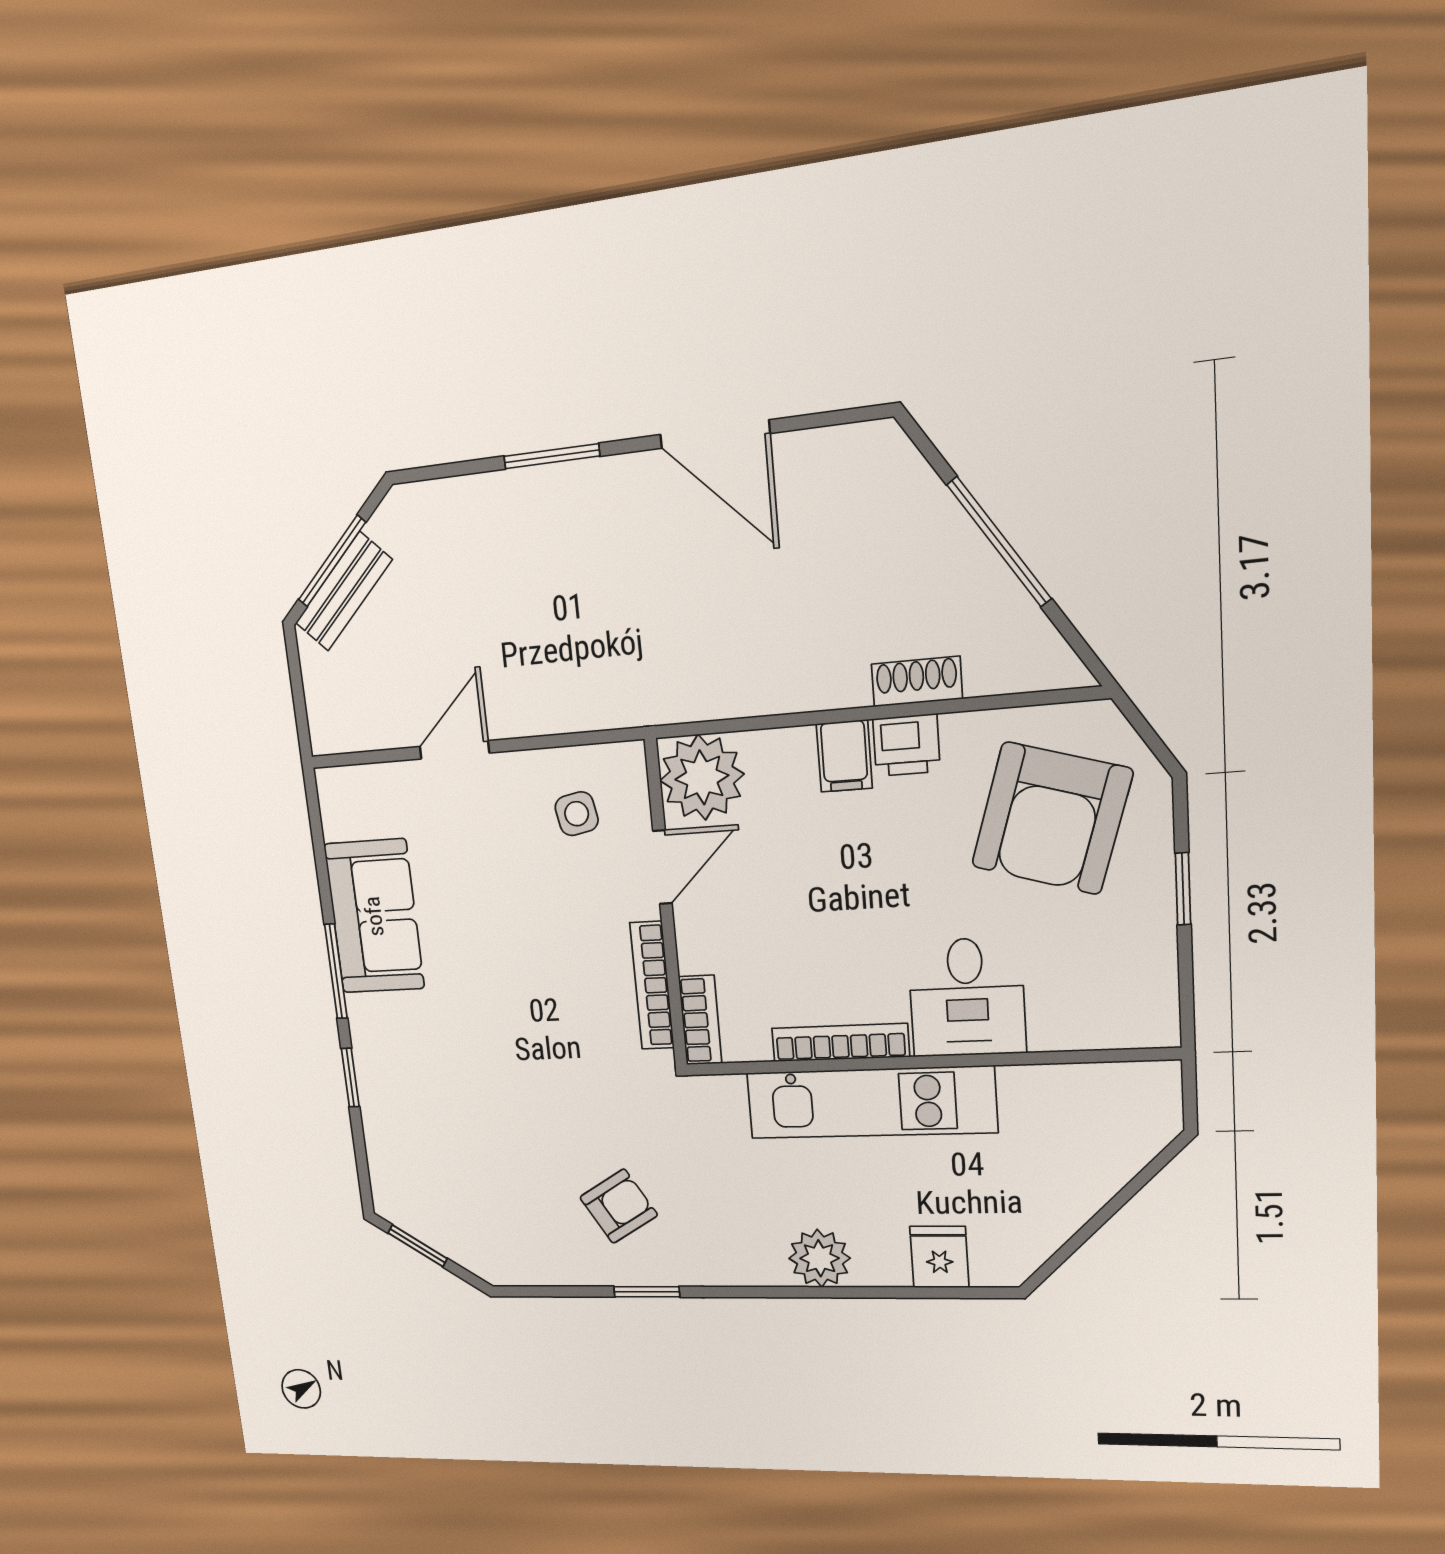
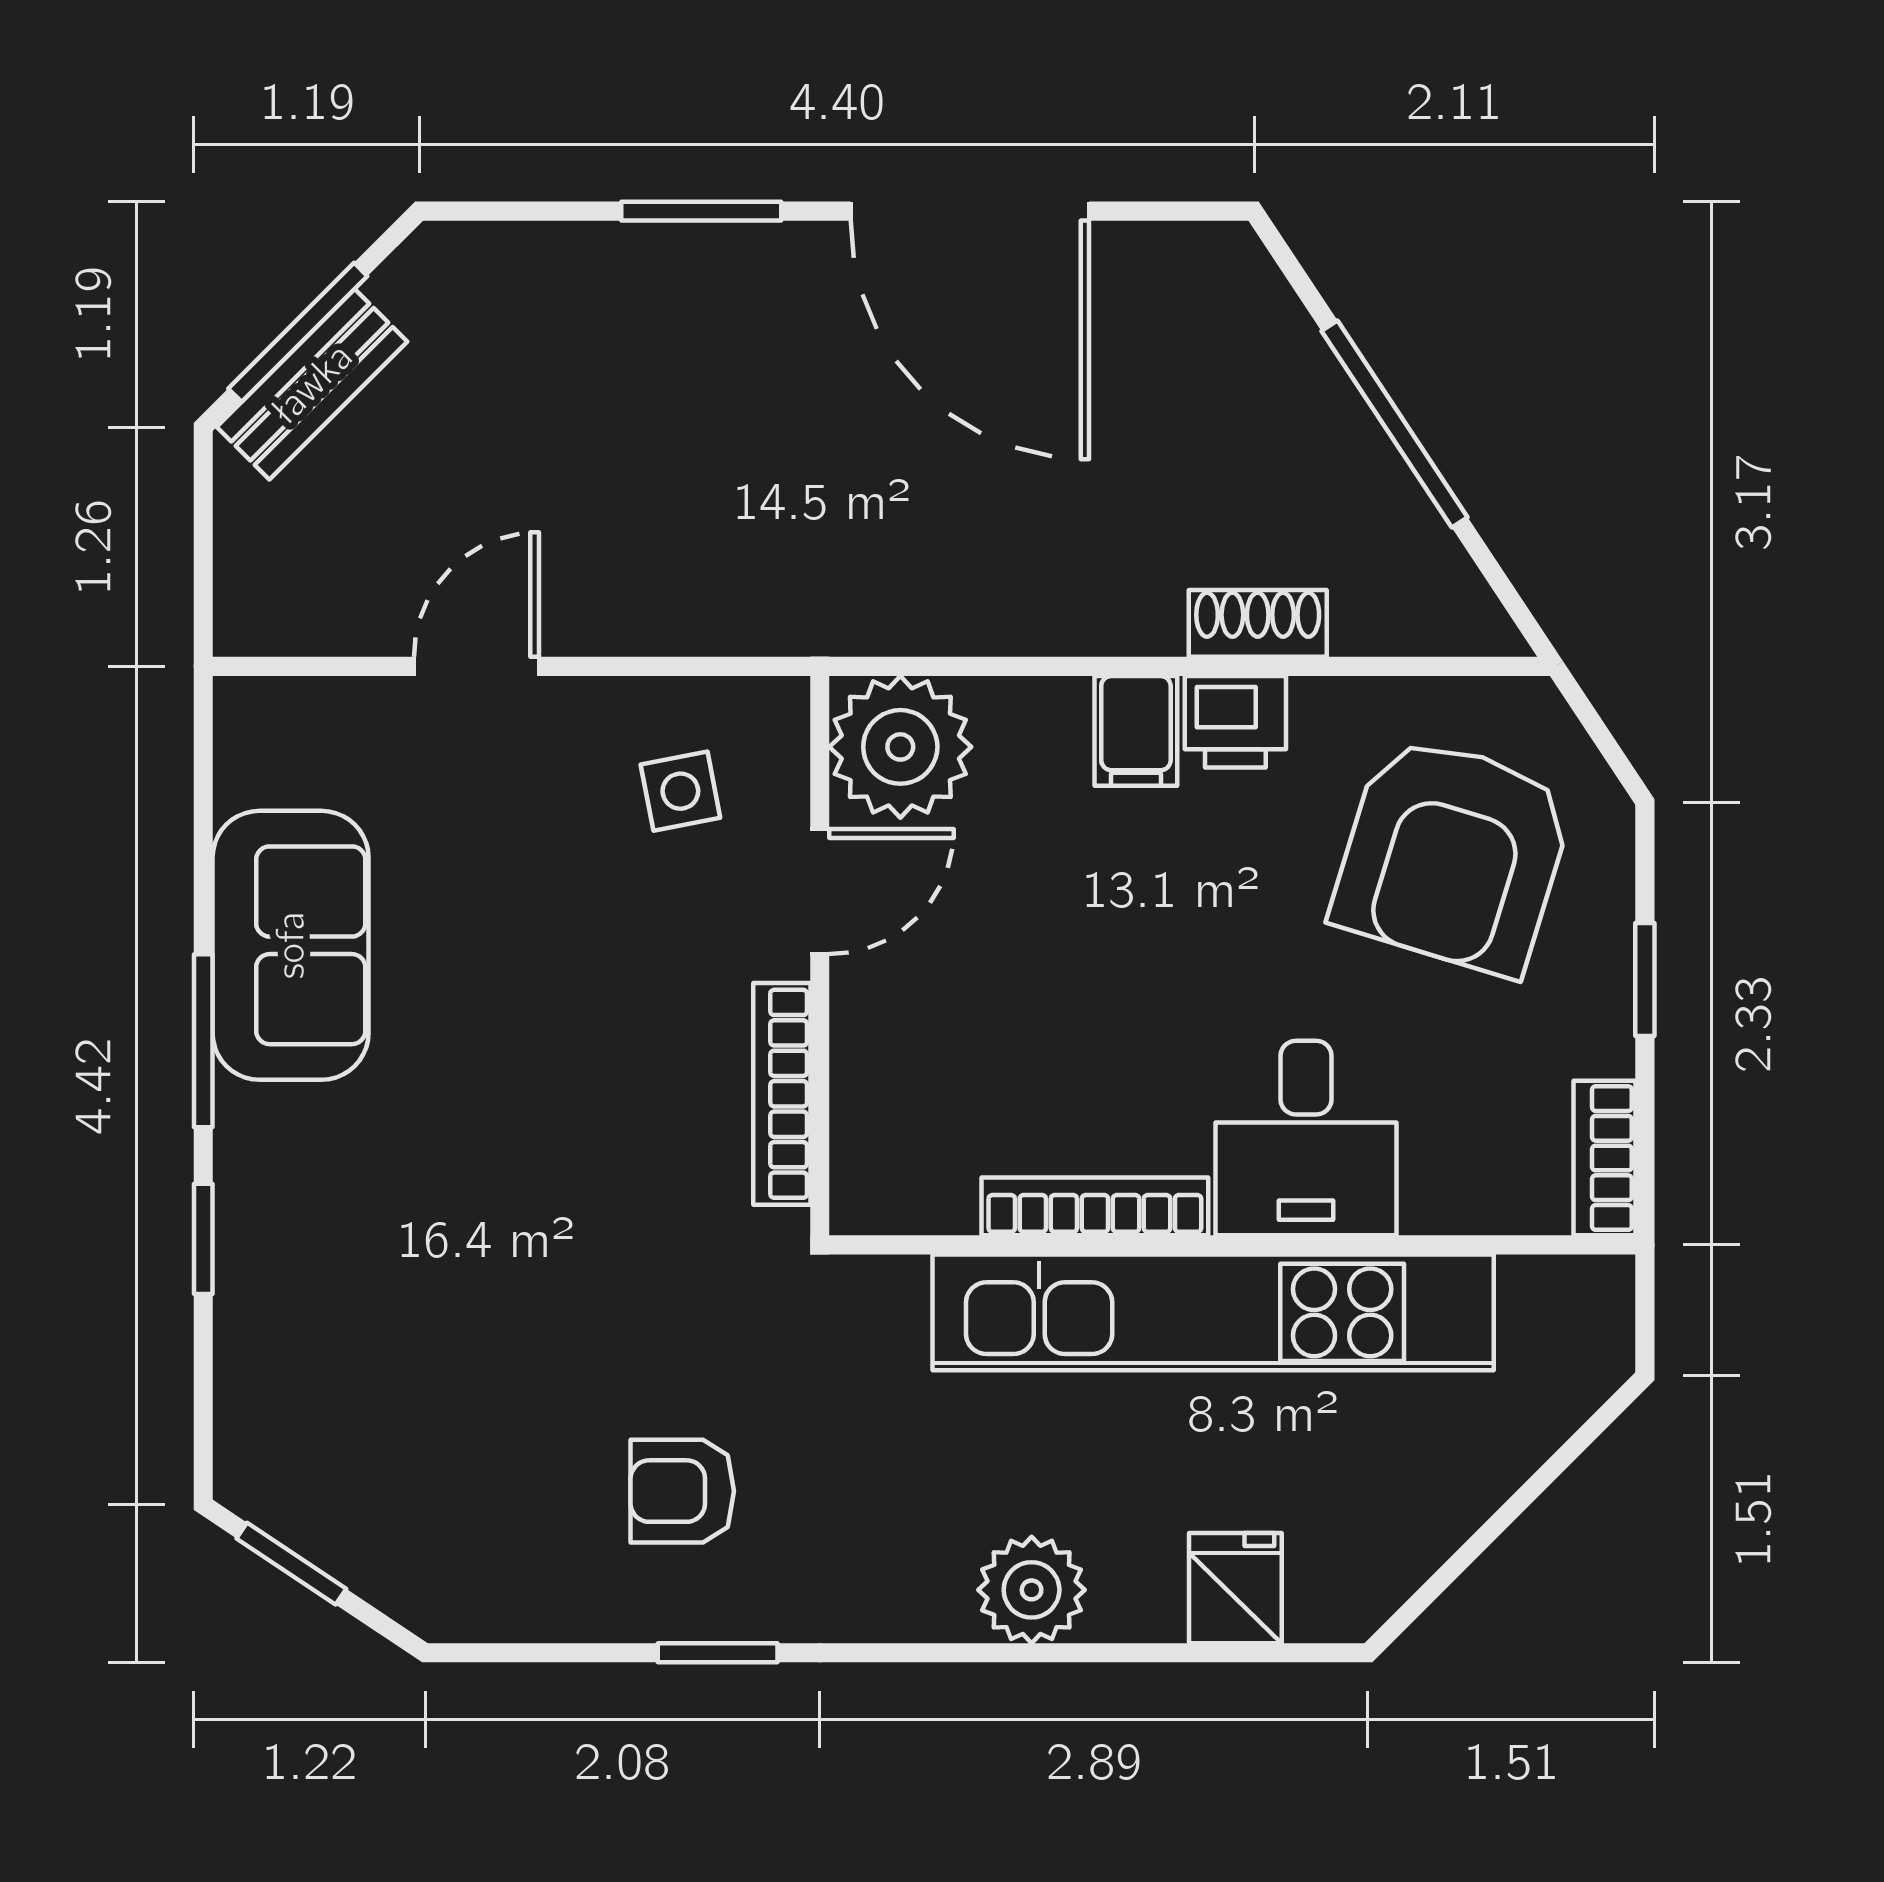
door: (715, 434) -> (970, 211), width x1.36
bookcase: (700, 1020) -> (1604, 1158), moved, turned 180
kitchen unit: (871, 1103) -> (1213, 1312), width x1.36
armchair: (619, 1206) -> (682, 1491), turned -149

